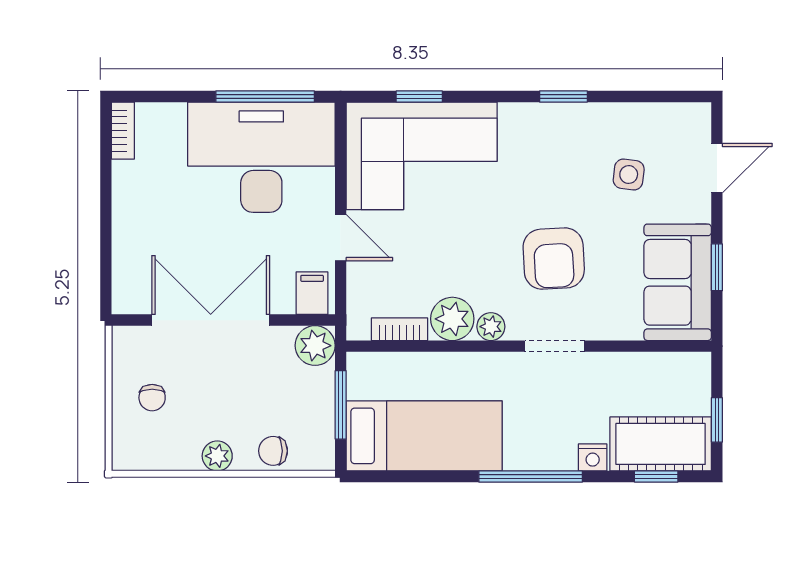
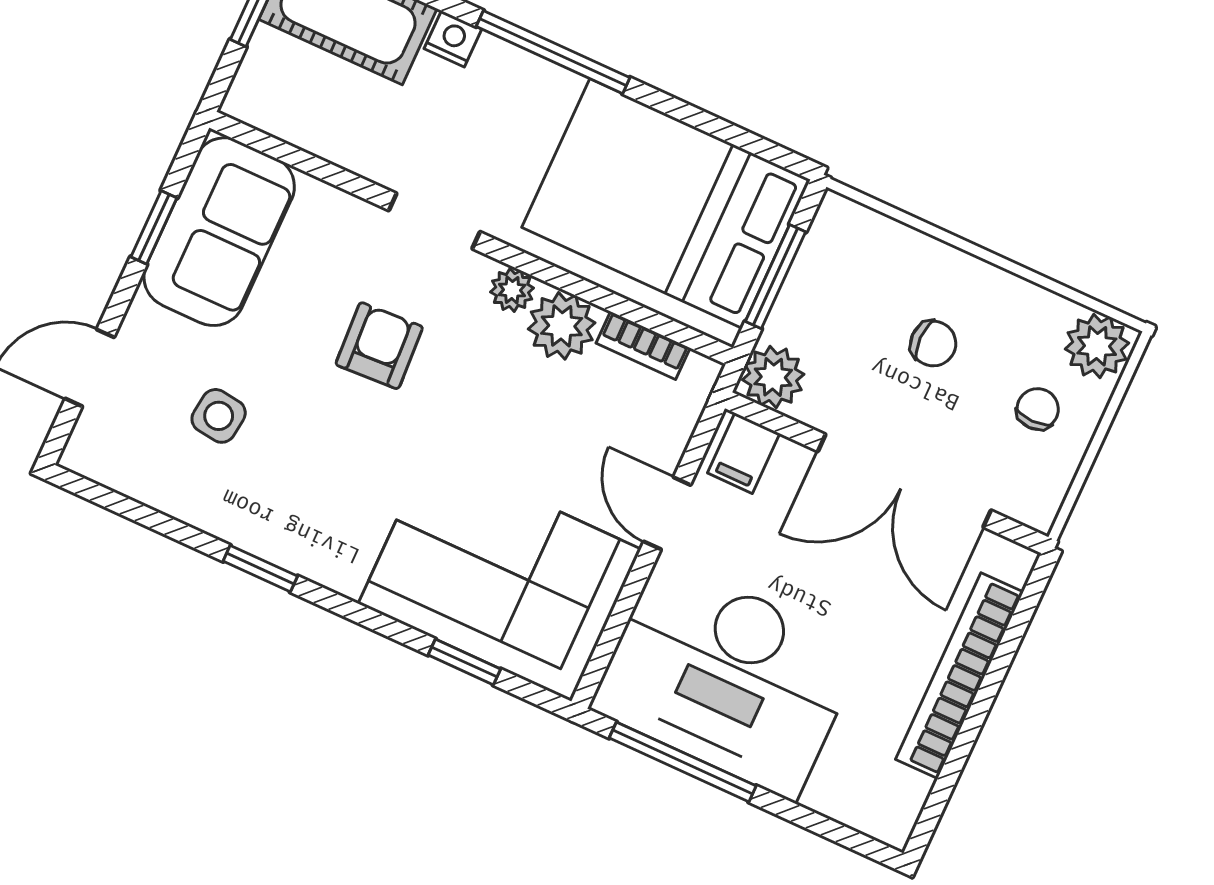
bookcase: (123, 131) -> (959, 676), moved, width x2.31, depth x1.31
armchair: (554, 259) -> (379, 346), width x0.72, depth x0.72
bed: (424, 436) -> (666, 203), width x1.50
chair: (273, 451) -> (933, 344), moved
plant: (217, 456) -> (1097, 346), moved, width x1.38, depth x1.38

